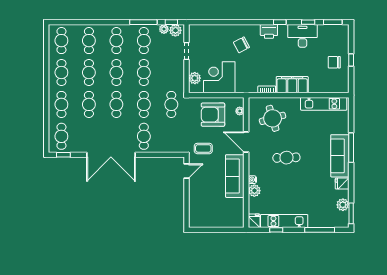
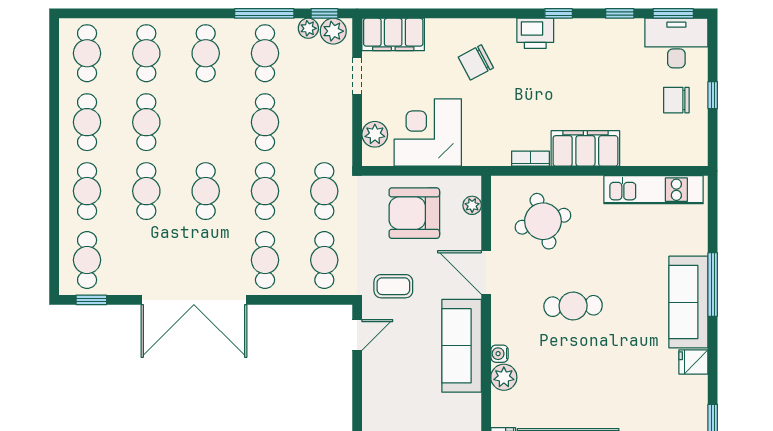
filing cabinet: (203, 32) -> (393, 34), added
desk: (302, 36) -> (676, 43), moved
cafe table: (116, 72) -> (324, 260), moved
plant: (343, 205) -> (695, 408), removed

